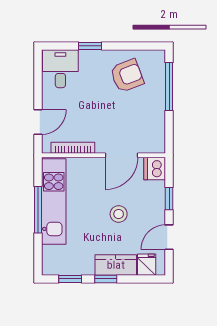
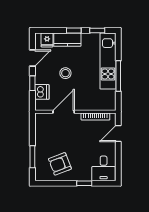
window: (169, 87) -> (32, 157), width x0.69
dishwasher: (155, 168) -> (42, 92), moved
kitchen unit: (54, 201) -> (108, 61), moved

